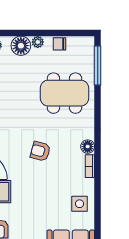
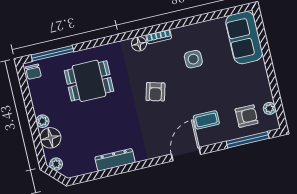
chair: (60, 44) -> (33, 72), moved
dining table: (64, 93) -> (89, 81), width x0.73
side table: (79, 204) -> (193, 59), moved

